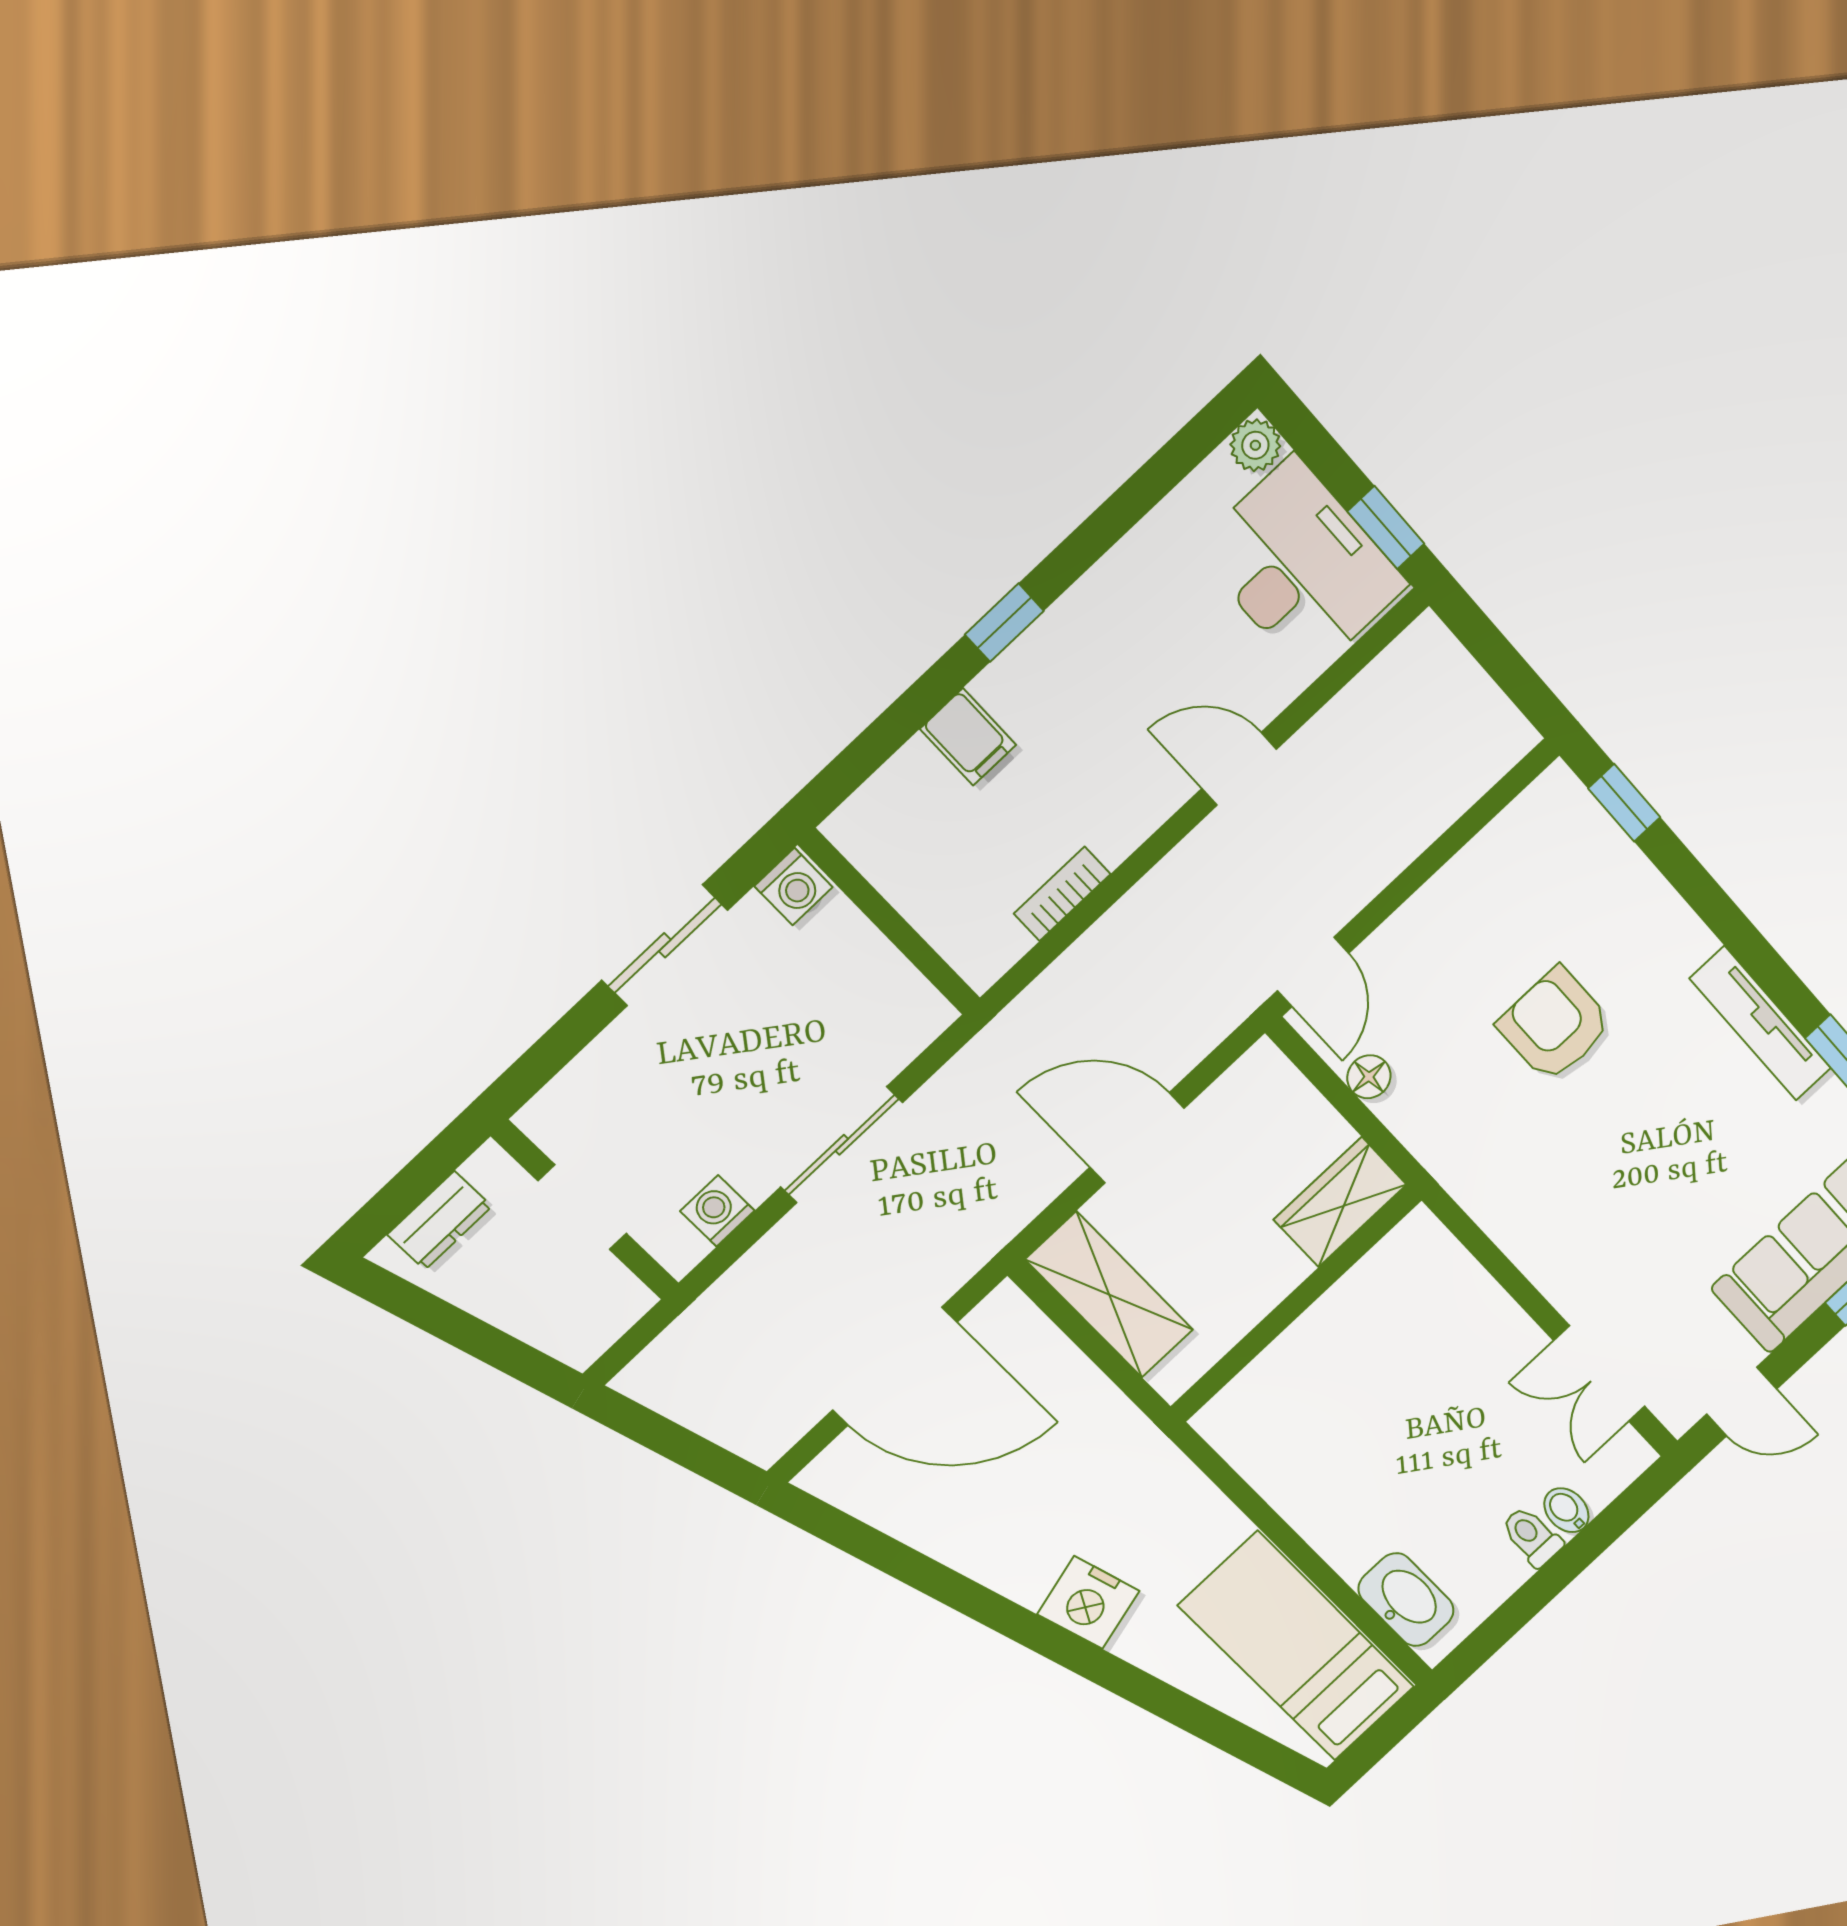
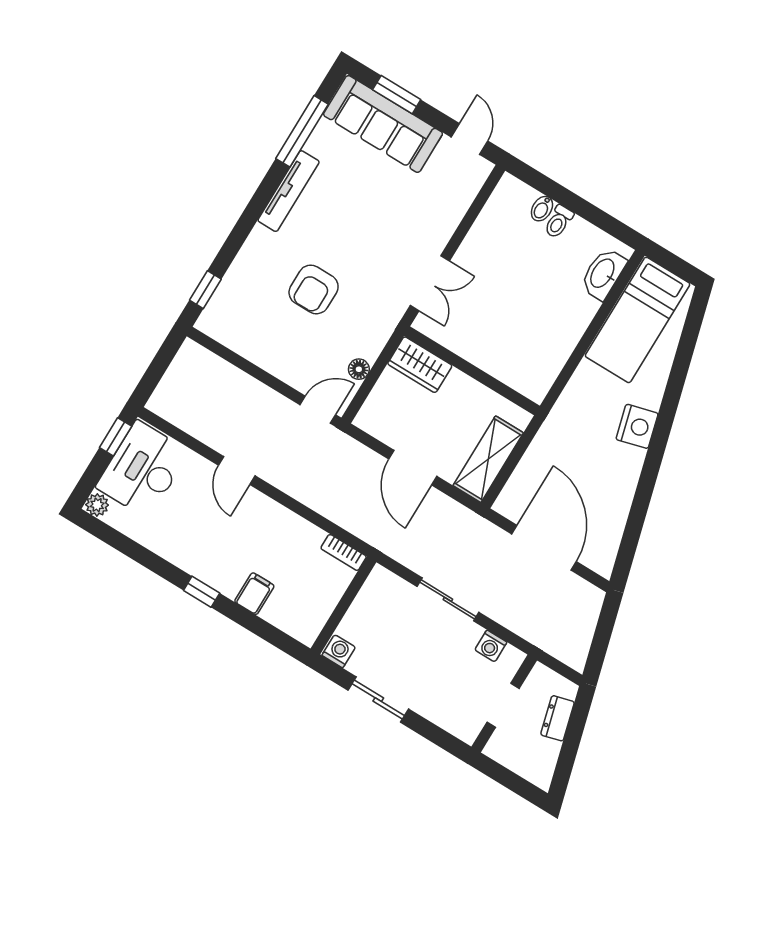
bookcase: (1062, 894) -> (344, 552), moved
dresser: (440, 1221) -> (557, 718), moved, turned -105
double door: (1599, 1374) -> (430, 283), moved

